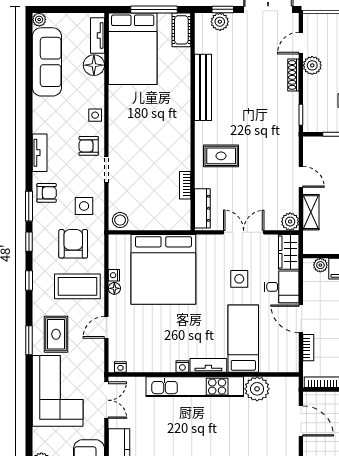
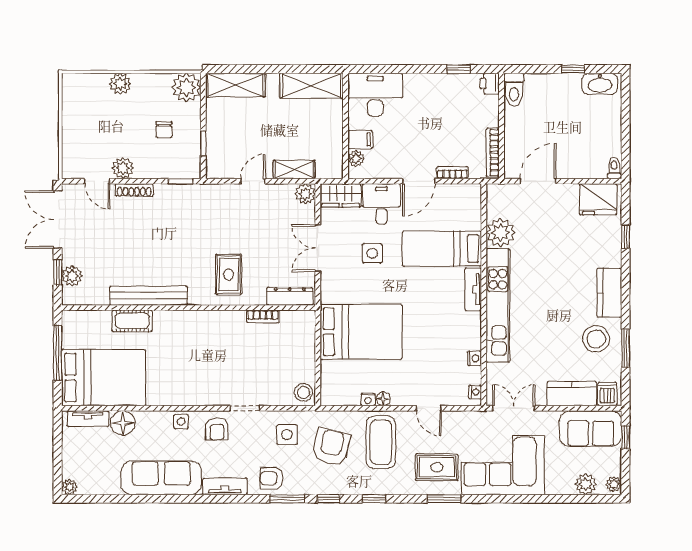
cot: (181, 30) -> (132, 321), moved
sofa: (47, 62) -> (161, 478), moved
armchair: (47, 193) -> (272, 478), turned -90
armchair: (73, 244) -> (331, 447), turned 103
bed: (163, 269) -> (361, 332), width x0.73
nightstand: (182, 367) -> (474, 358), moved

